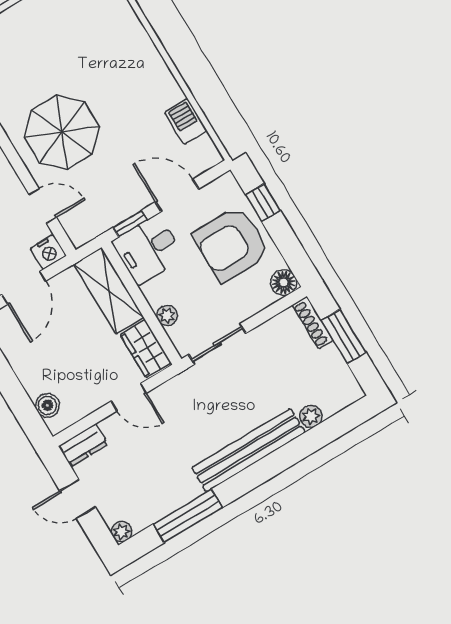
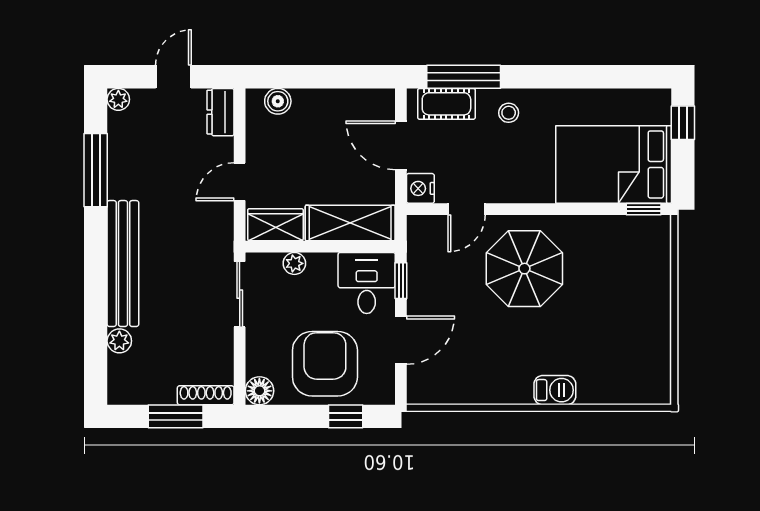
barbecue: (186, 121) -> (555, 390), moved

